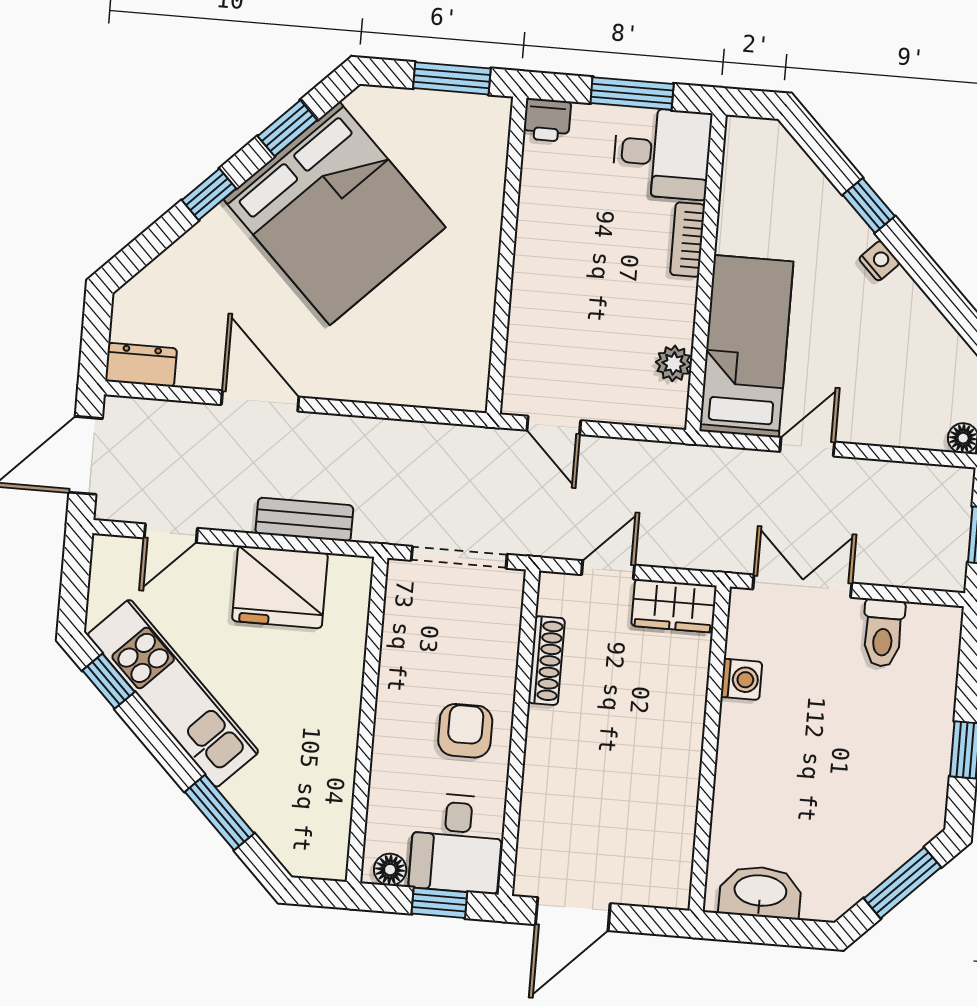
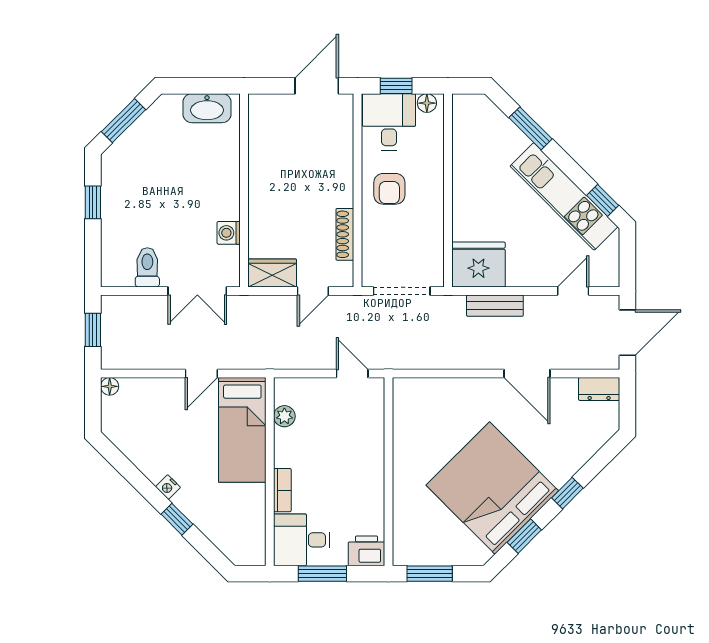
printer: (547, 120) -> (366, 551), width x1.36, depth x1.24
fridge: (280, 587) -> (478, 265), moved

